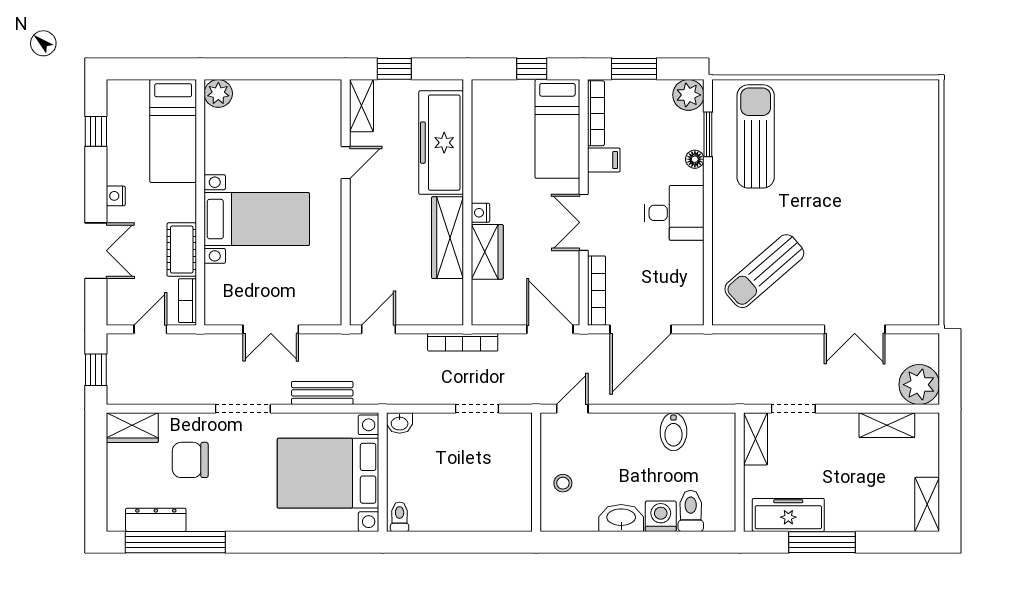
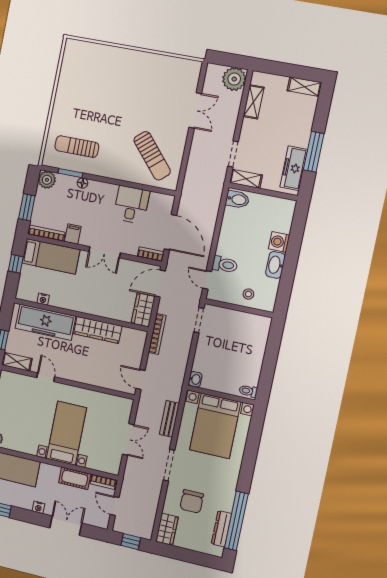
sun lounger: (756, 136) -> (77, 147), width x0.73, depth x0.75
nightstand: (480, 213) -> (43, 299), moved
desk: (674, 213) -> (131, 205), moved
wardrobe: (487, 252) -> (143, 310), moved, turned -90
bookcase: (597, 291) -> (151, 254), width x0.64
doorway: (477, 409) -> (199, 320), moved
bidet: (673, 432) -> (237, 199), moved
toilet: (691, 511) -> (225, 265), moved, turned 180

